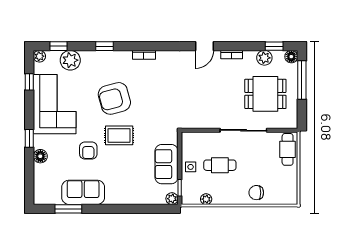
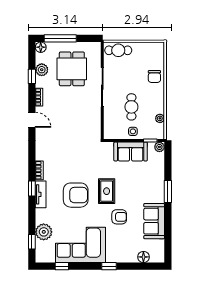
window: (105, 46) -> (32, 189), moved
window: (274, 46) -> (32, 76), moved
plant: (39, 56) -> (40, 258), removed
tv unit: (115, 56) -> (41, 194), added
armchair: (114, 98) -> (76, 195), turned -75
floor lamp: (40, 156) -> (143, 257), moved
window: (68, 209) -> (168, 191), moved

